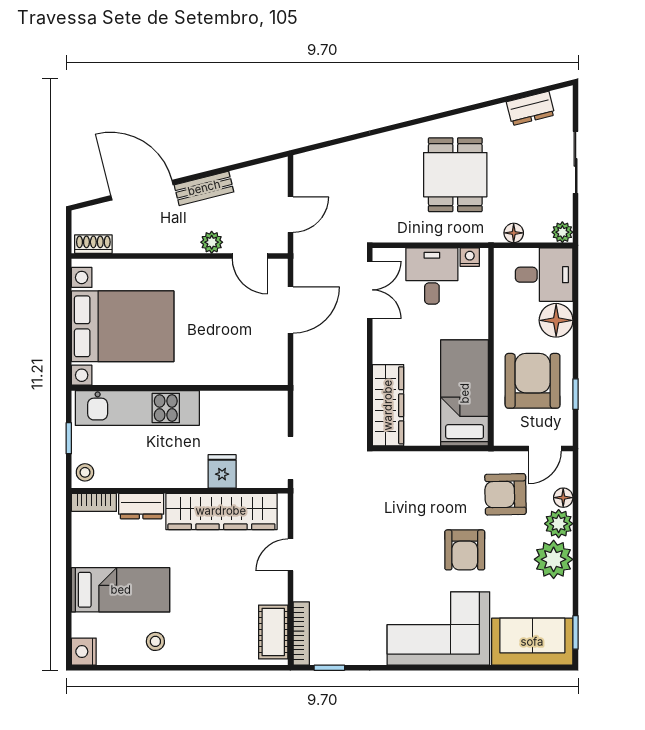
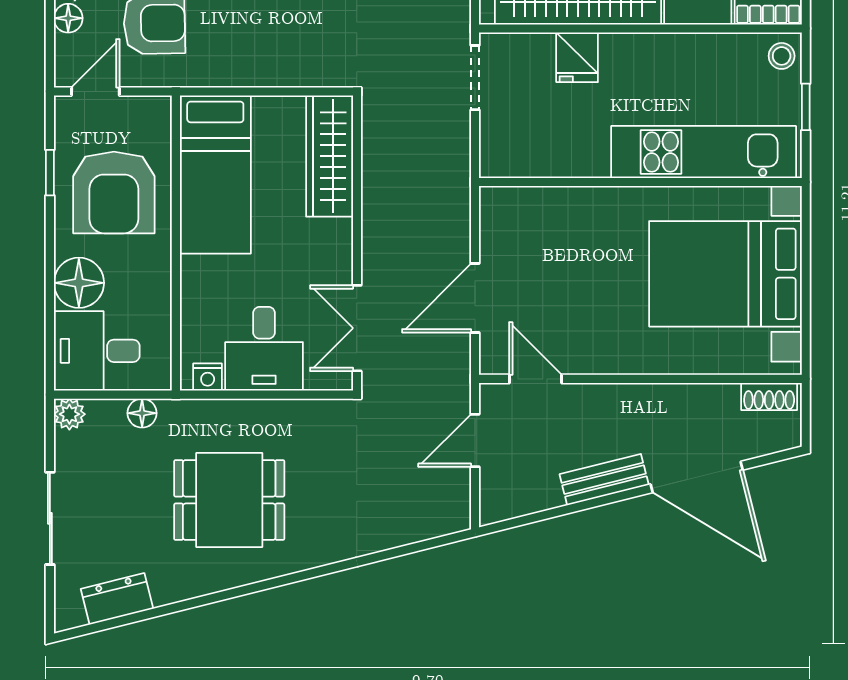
dining table: (455, 175) -> (229, 500), turned 90
plant: (212, 242) -> (593, 399), removed

